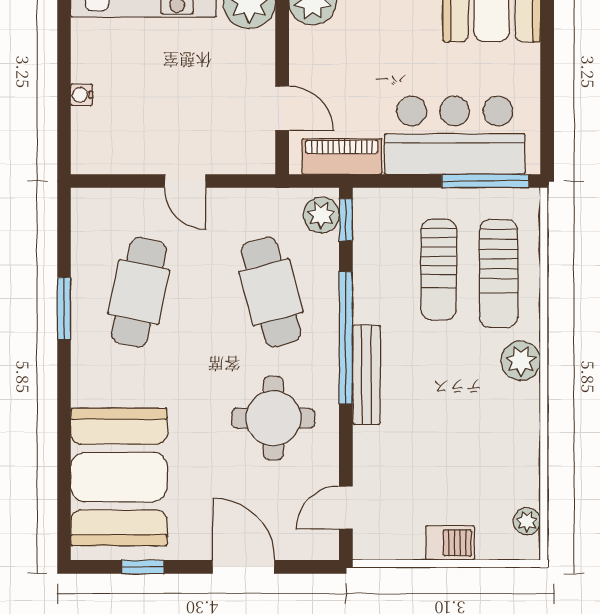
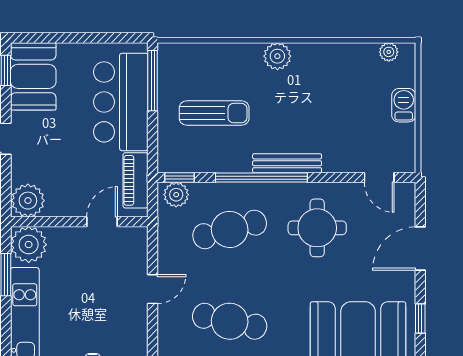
sun lounger: (499, 274) -> (217, 71), removed

